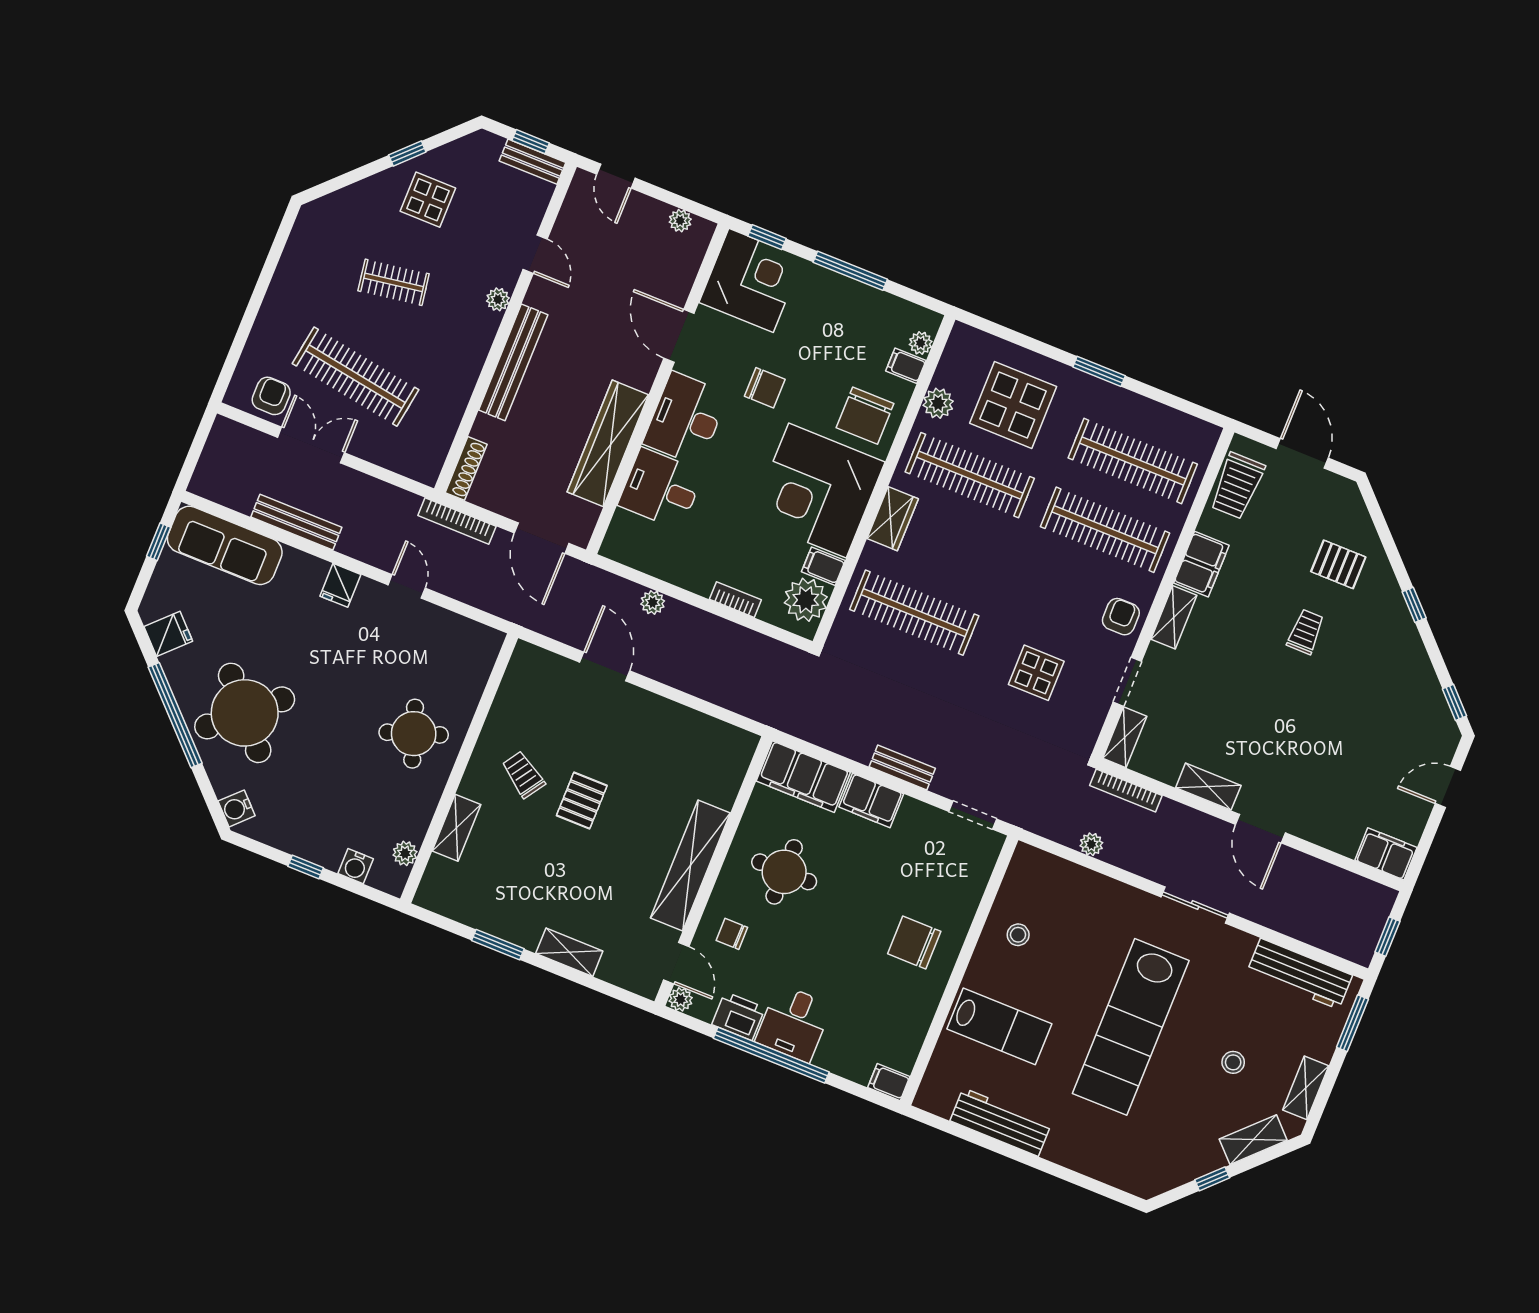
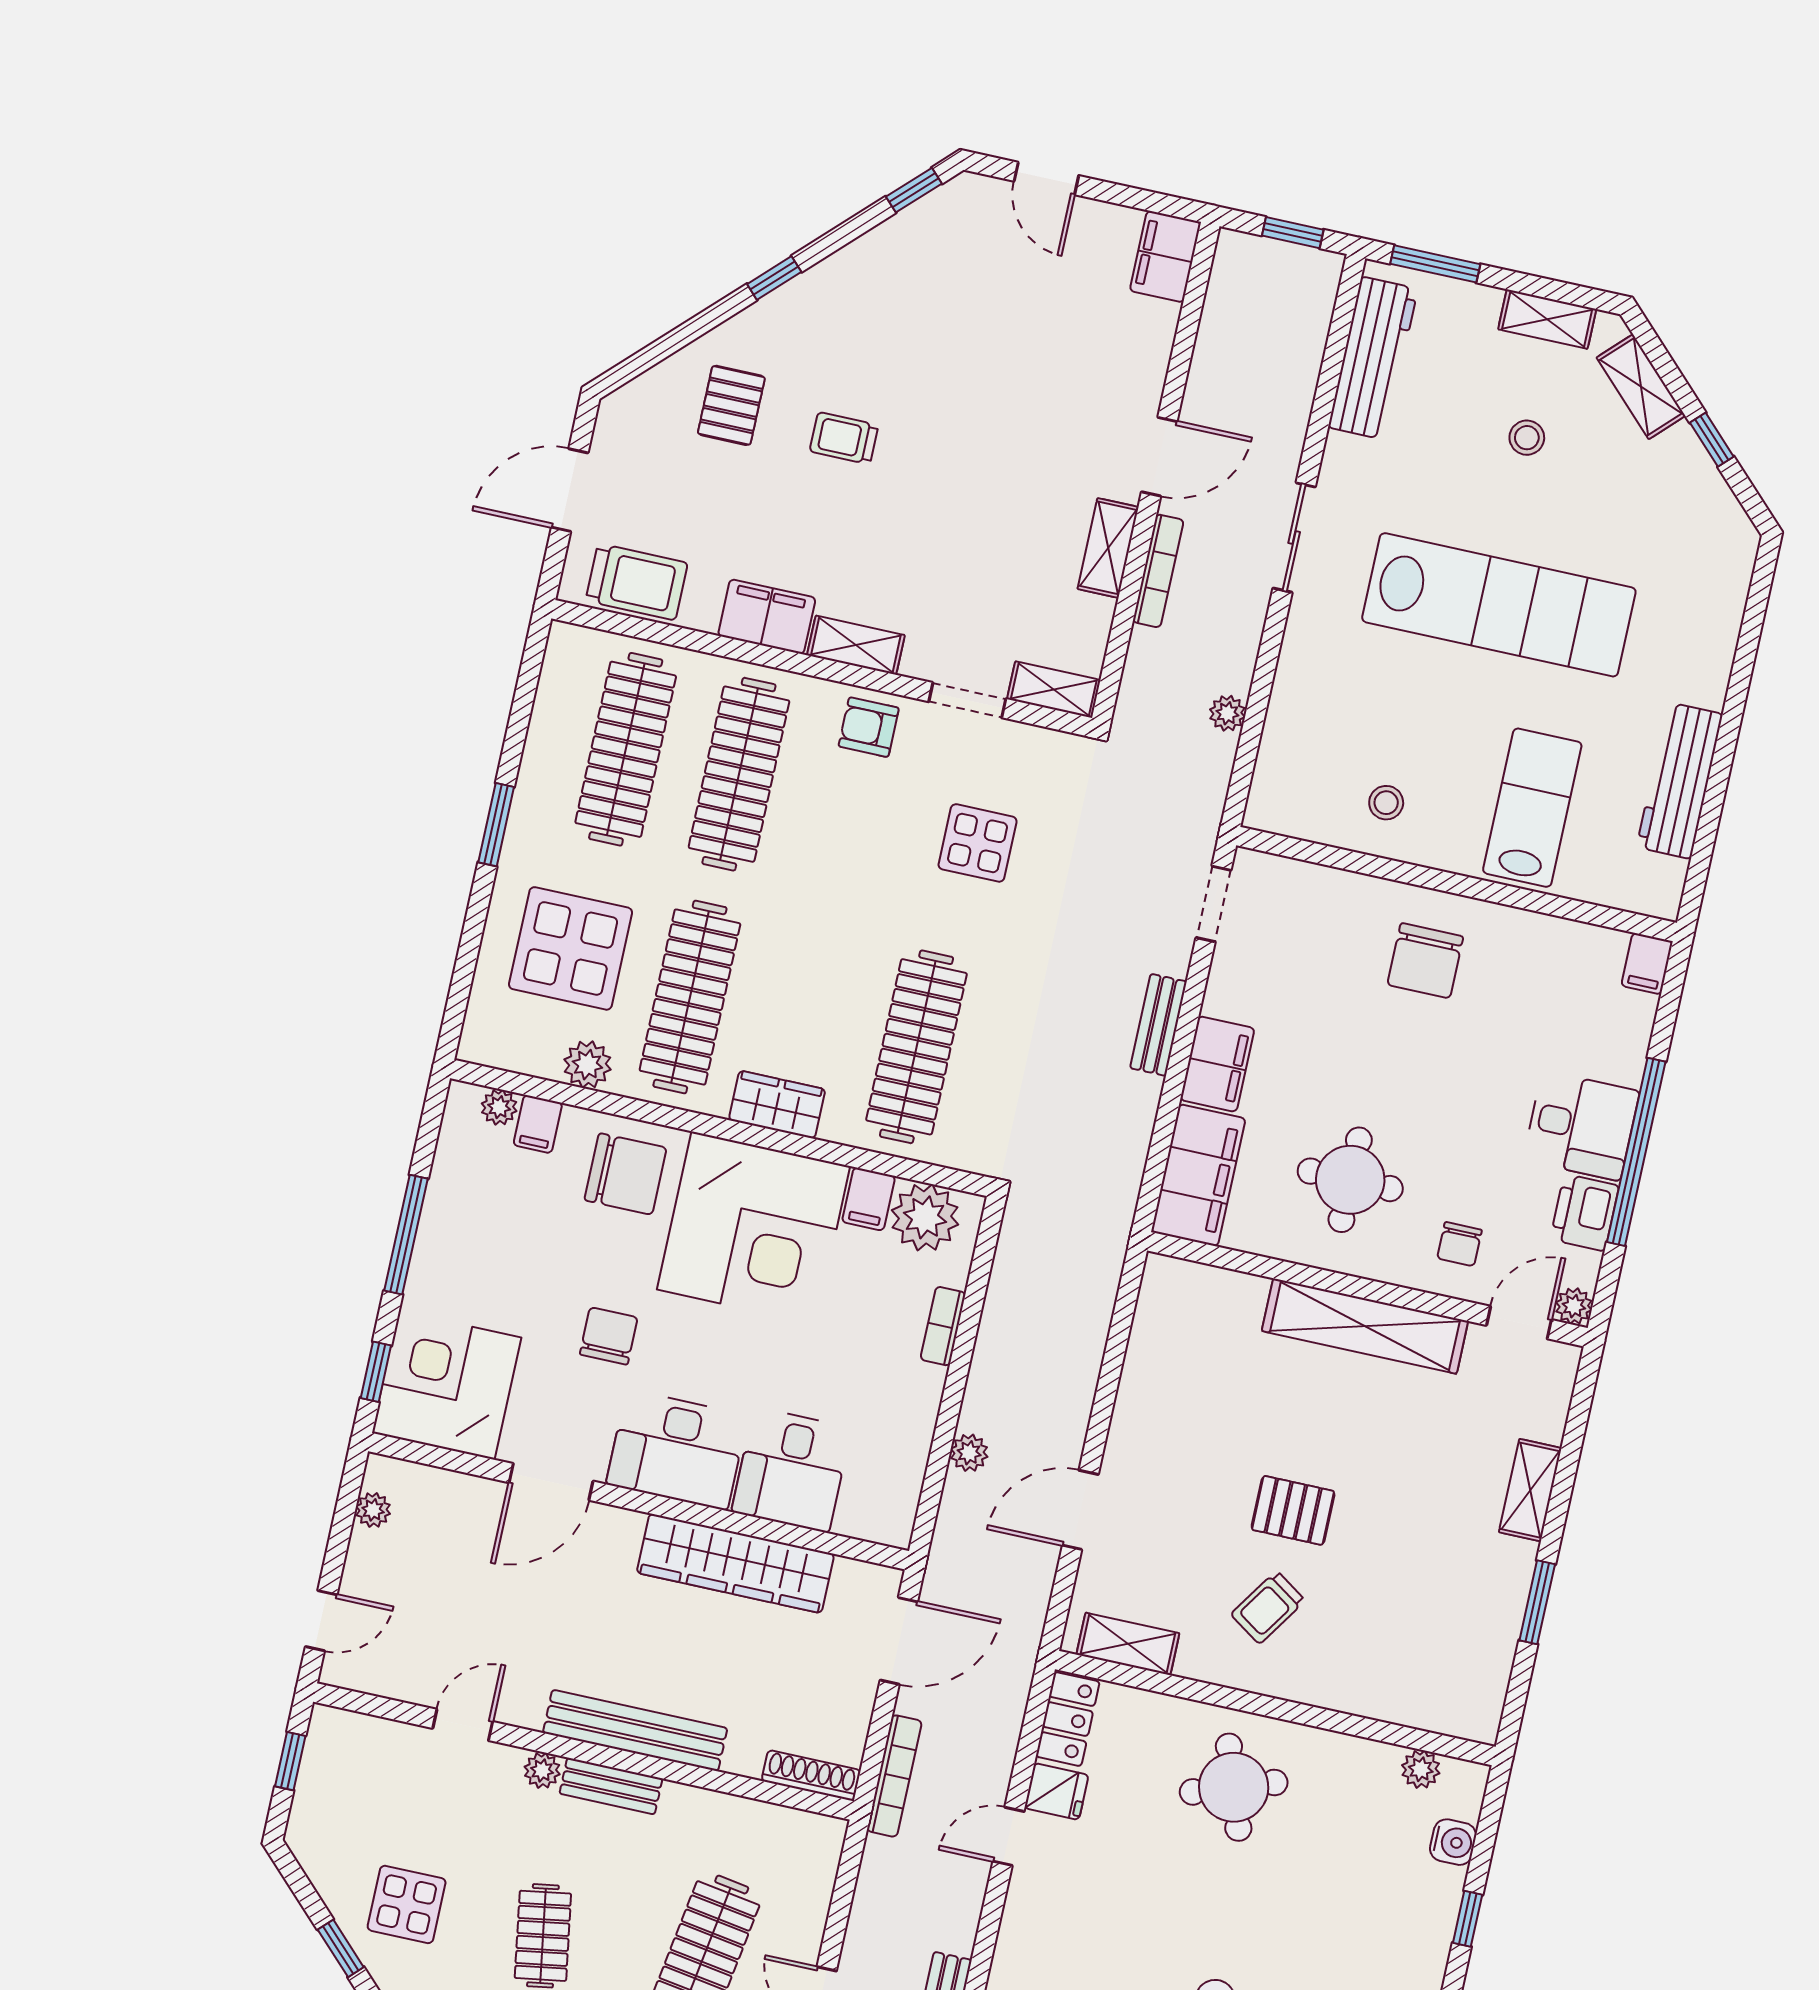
bench: (532, 162) -> (611, 1786), moved, turned 90
fridge: (340, 585) -> (1056, 1791), moved
locker: (474, 636) -> (1068, 1719), added
bookcase: (1126, 790) -> (1158, 571), moved
shelving: (456, 828) -> (1128, 1644), moved

